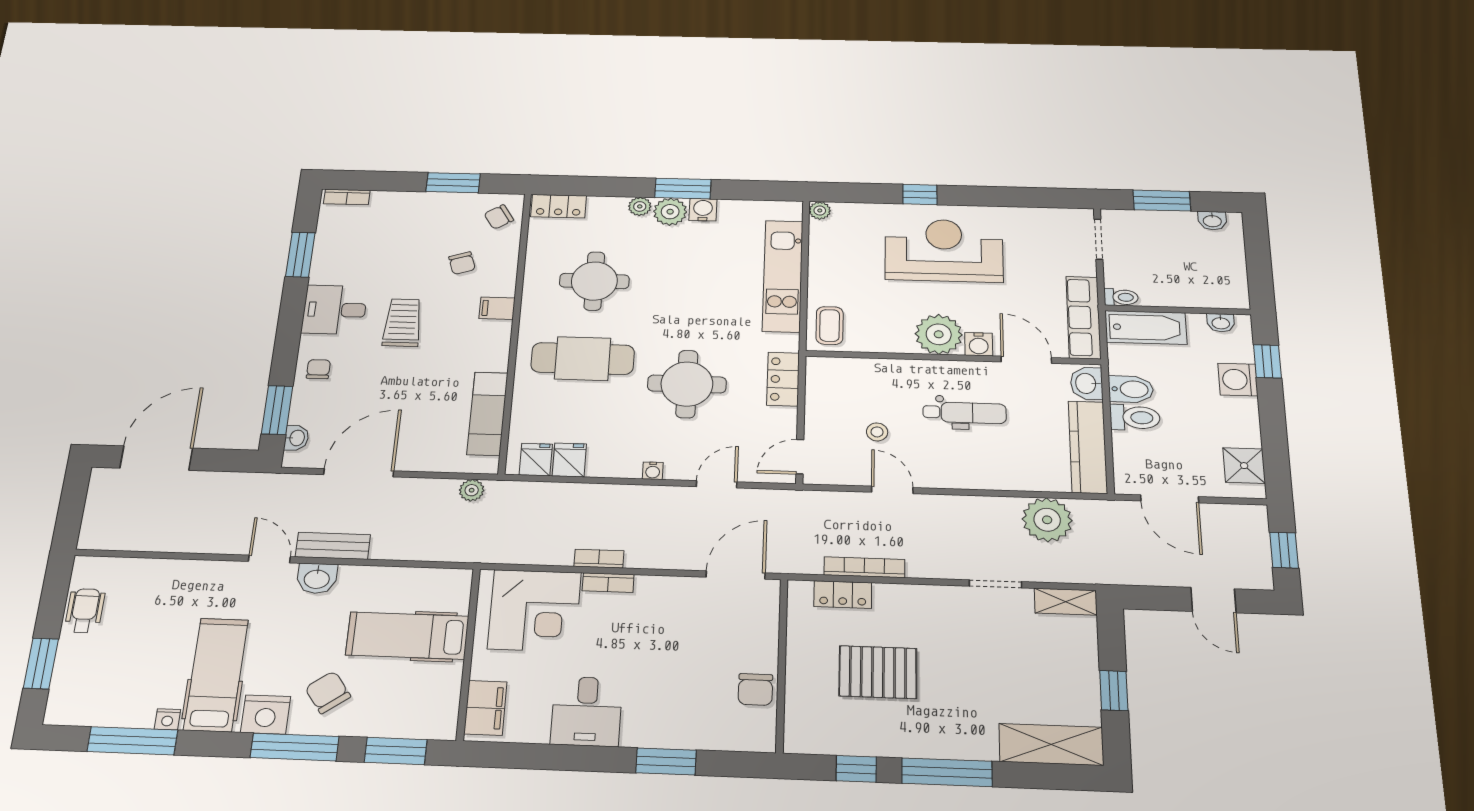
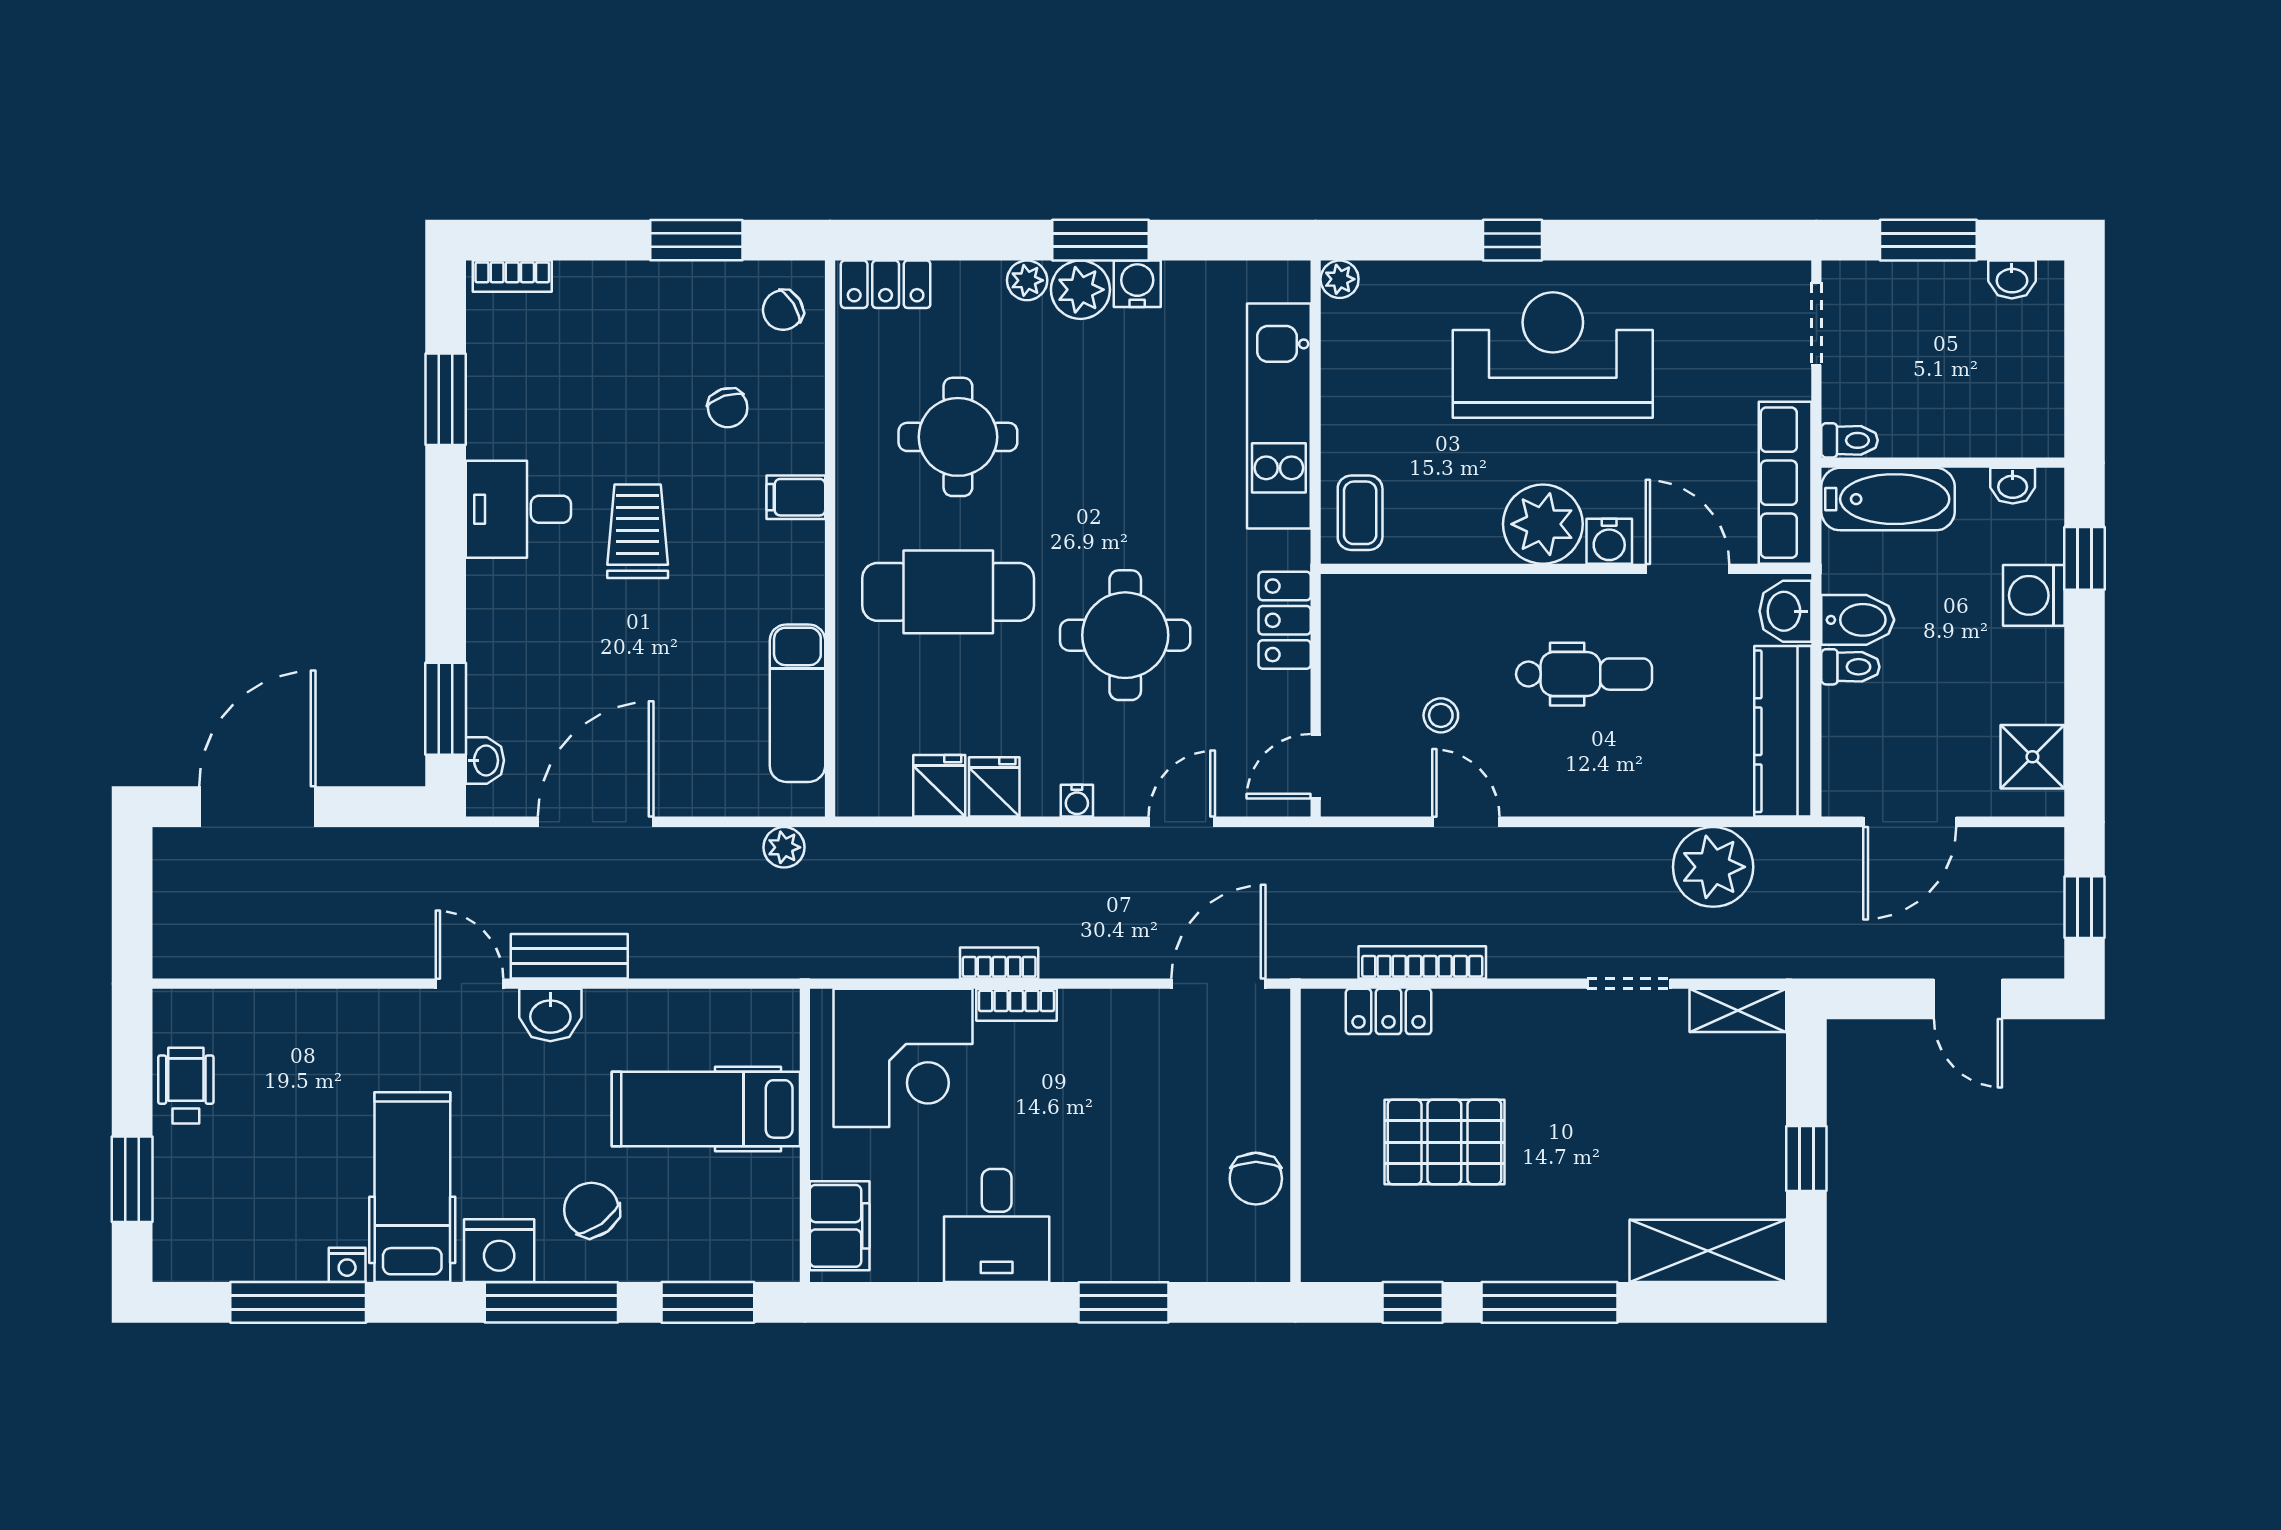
chair: (318, 369) -> (505, 628), removed
toilet: (1135, 418) -> (1850, 667), width x0.73, depth x0.72
fridge: (536, 460) -> (994, 787), moved
door: (1170, 499) -> (1910, 822), hinge flipped

